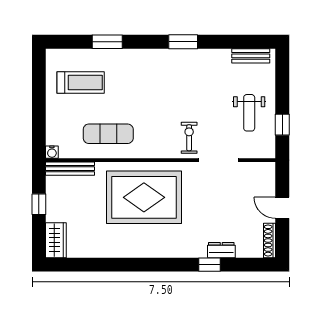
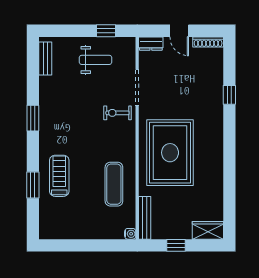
treadmill: (81, 82) -> (59, 176), moved
door: (282, 208) -> (179, 31), hinge flipped
dresser: (221, 250) -> (151, 44), moved, turned -90

